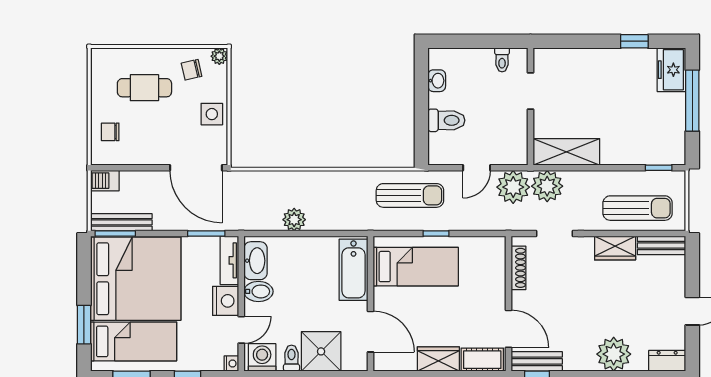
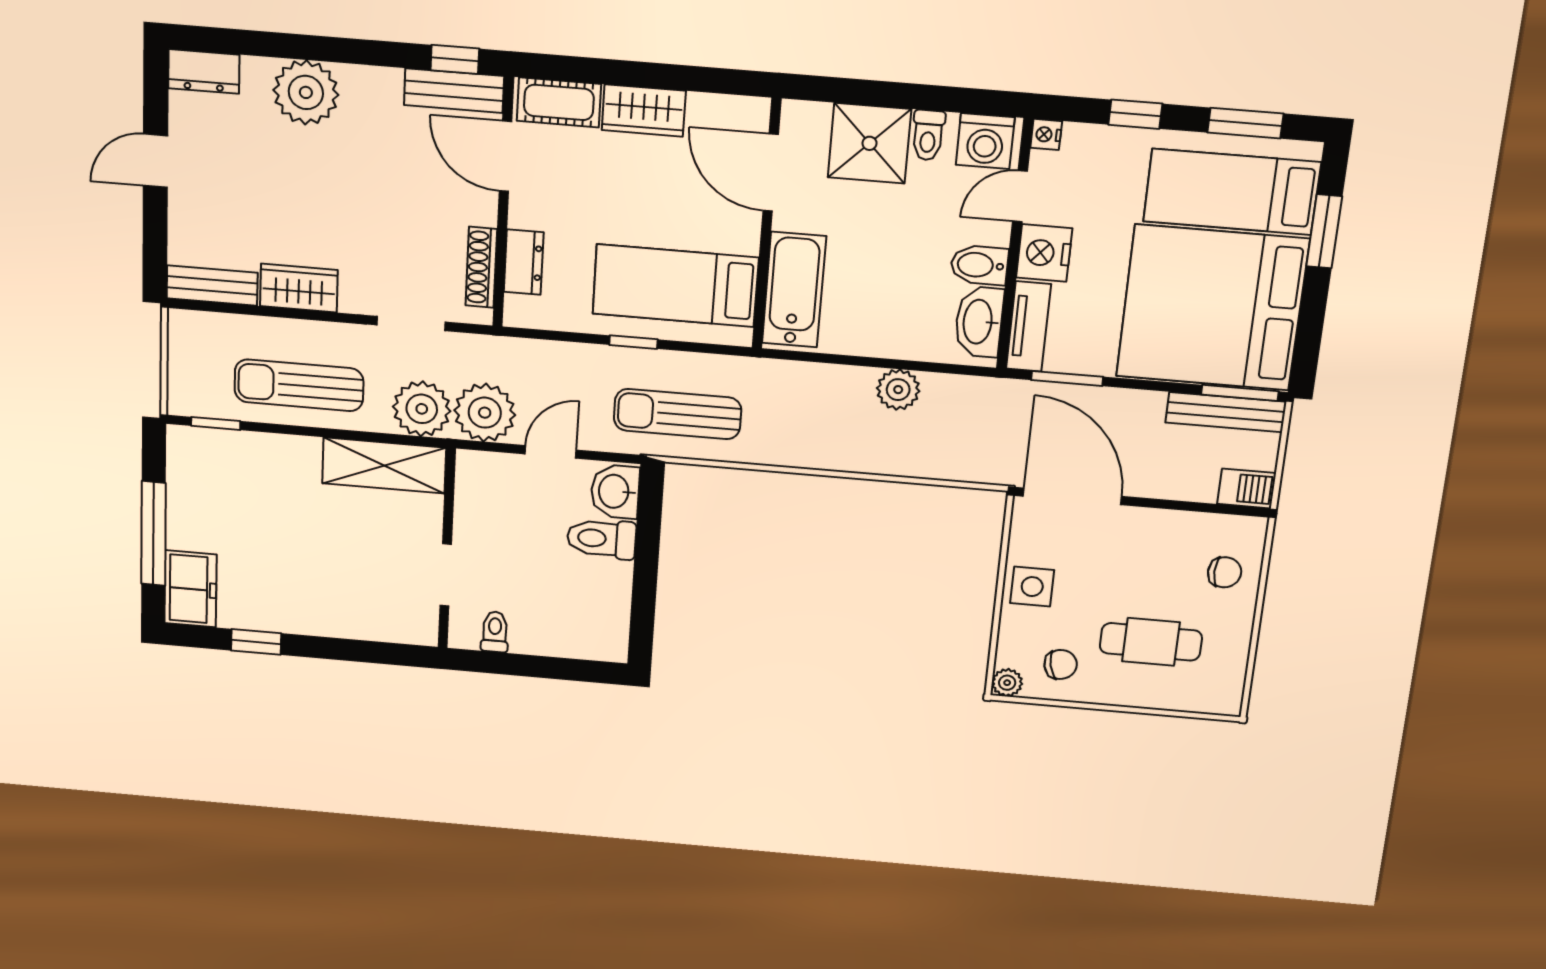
washbasin: (437, 81) -> (615, 491), moved, width x1.38, depth x1.45
sun lounger: (638, 208) -> (299, 385), moved
dresser: (496, 273) -> (524, 262), added

